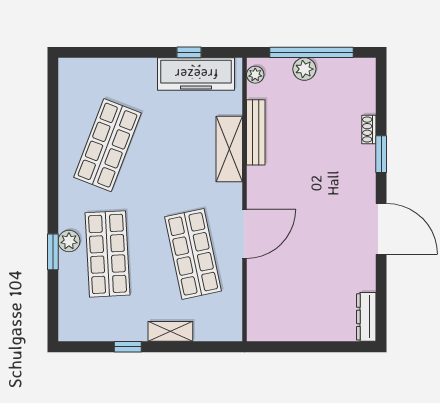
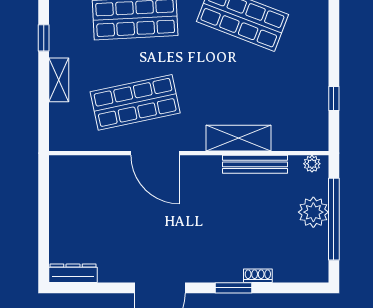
plant: (304, 69) -> (313, 212), width x1.36, depth x1.36
freezer: (196, 74) -> (313, 105), removed

